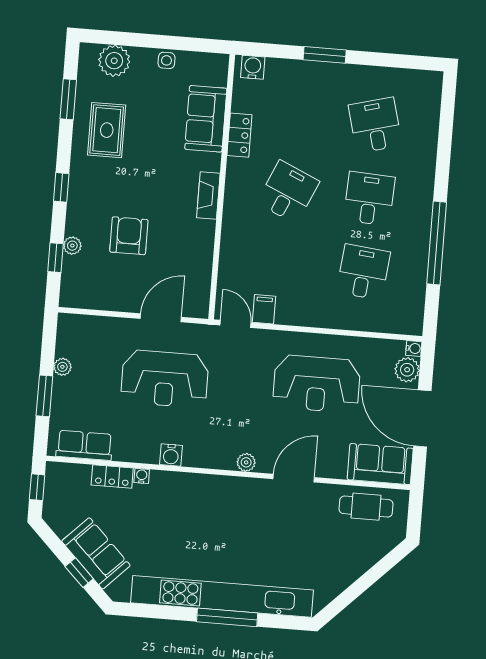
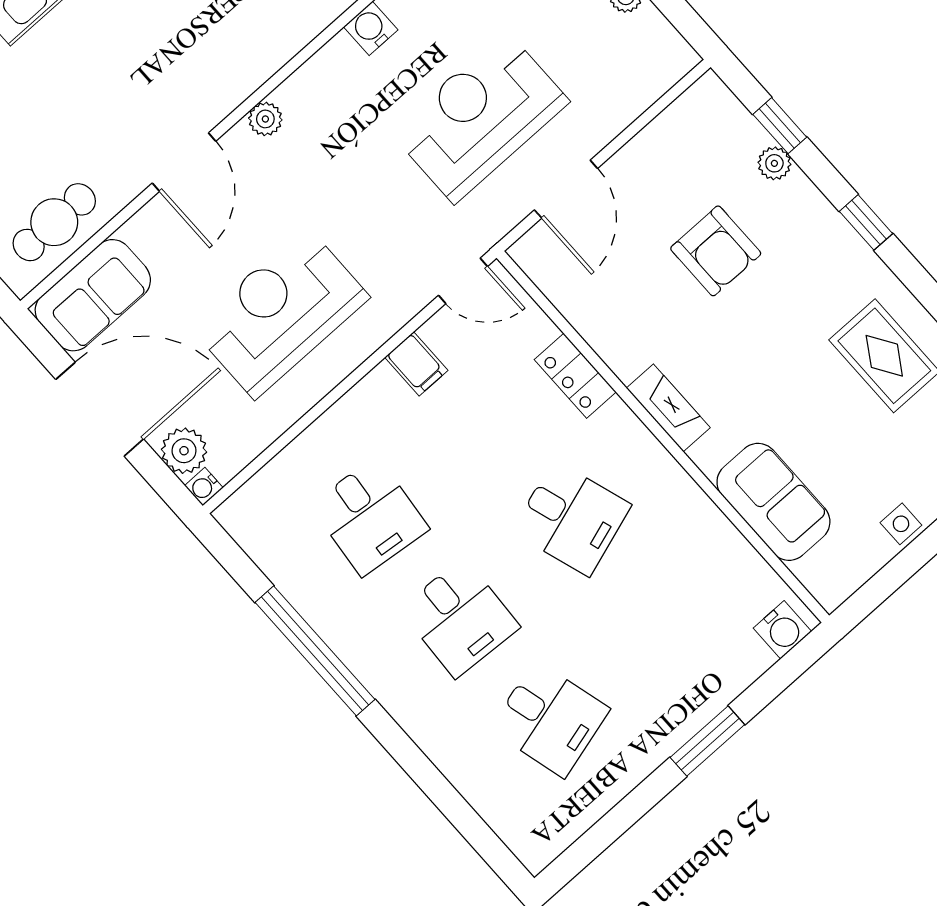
locker: (239, 135) -> (575, 376), moved
desk: (288, 192) -> (571, 518), turned -42
filing cabinet: (264, 309) -> (416, 364), moved

